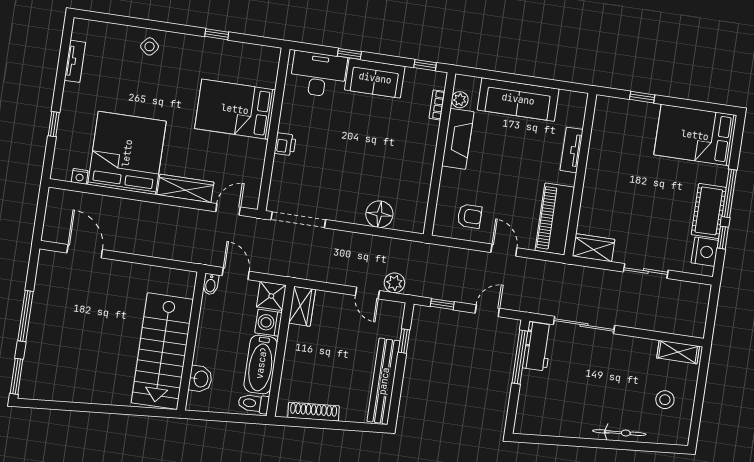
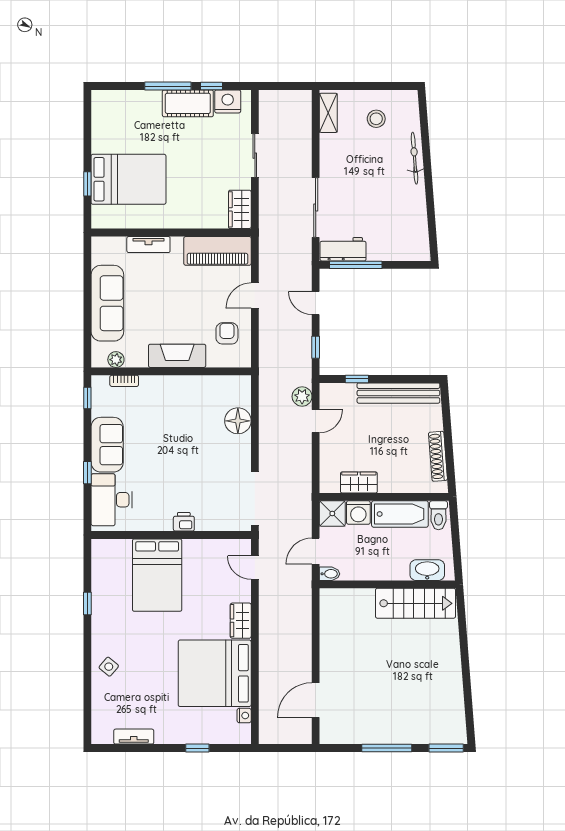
bed: (695, 135) -> (128, 179), moved, turned -90
fireplace: (458, 139) -> (177, 356), moved
wardrobe: (185, 188) -> (241, 621), width x0.67
wardrobe: (302, 306) -> (359, 482), moved
stairs: (162, 351) -> (415, 603), width x0.73, depth x0.66
washbasin: (200, 379) -> (427, 570), width x1.38

